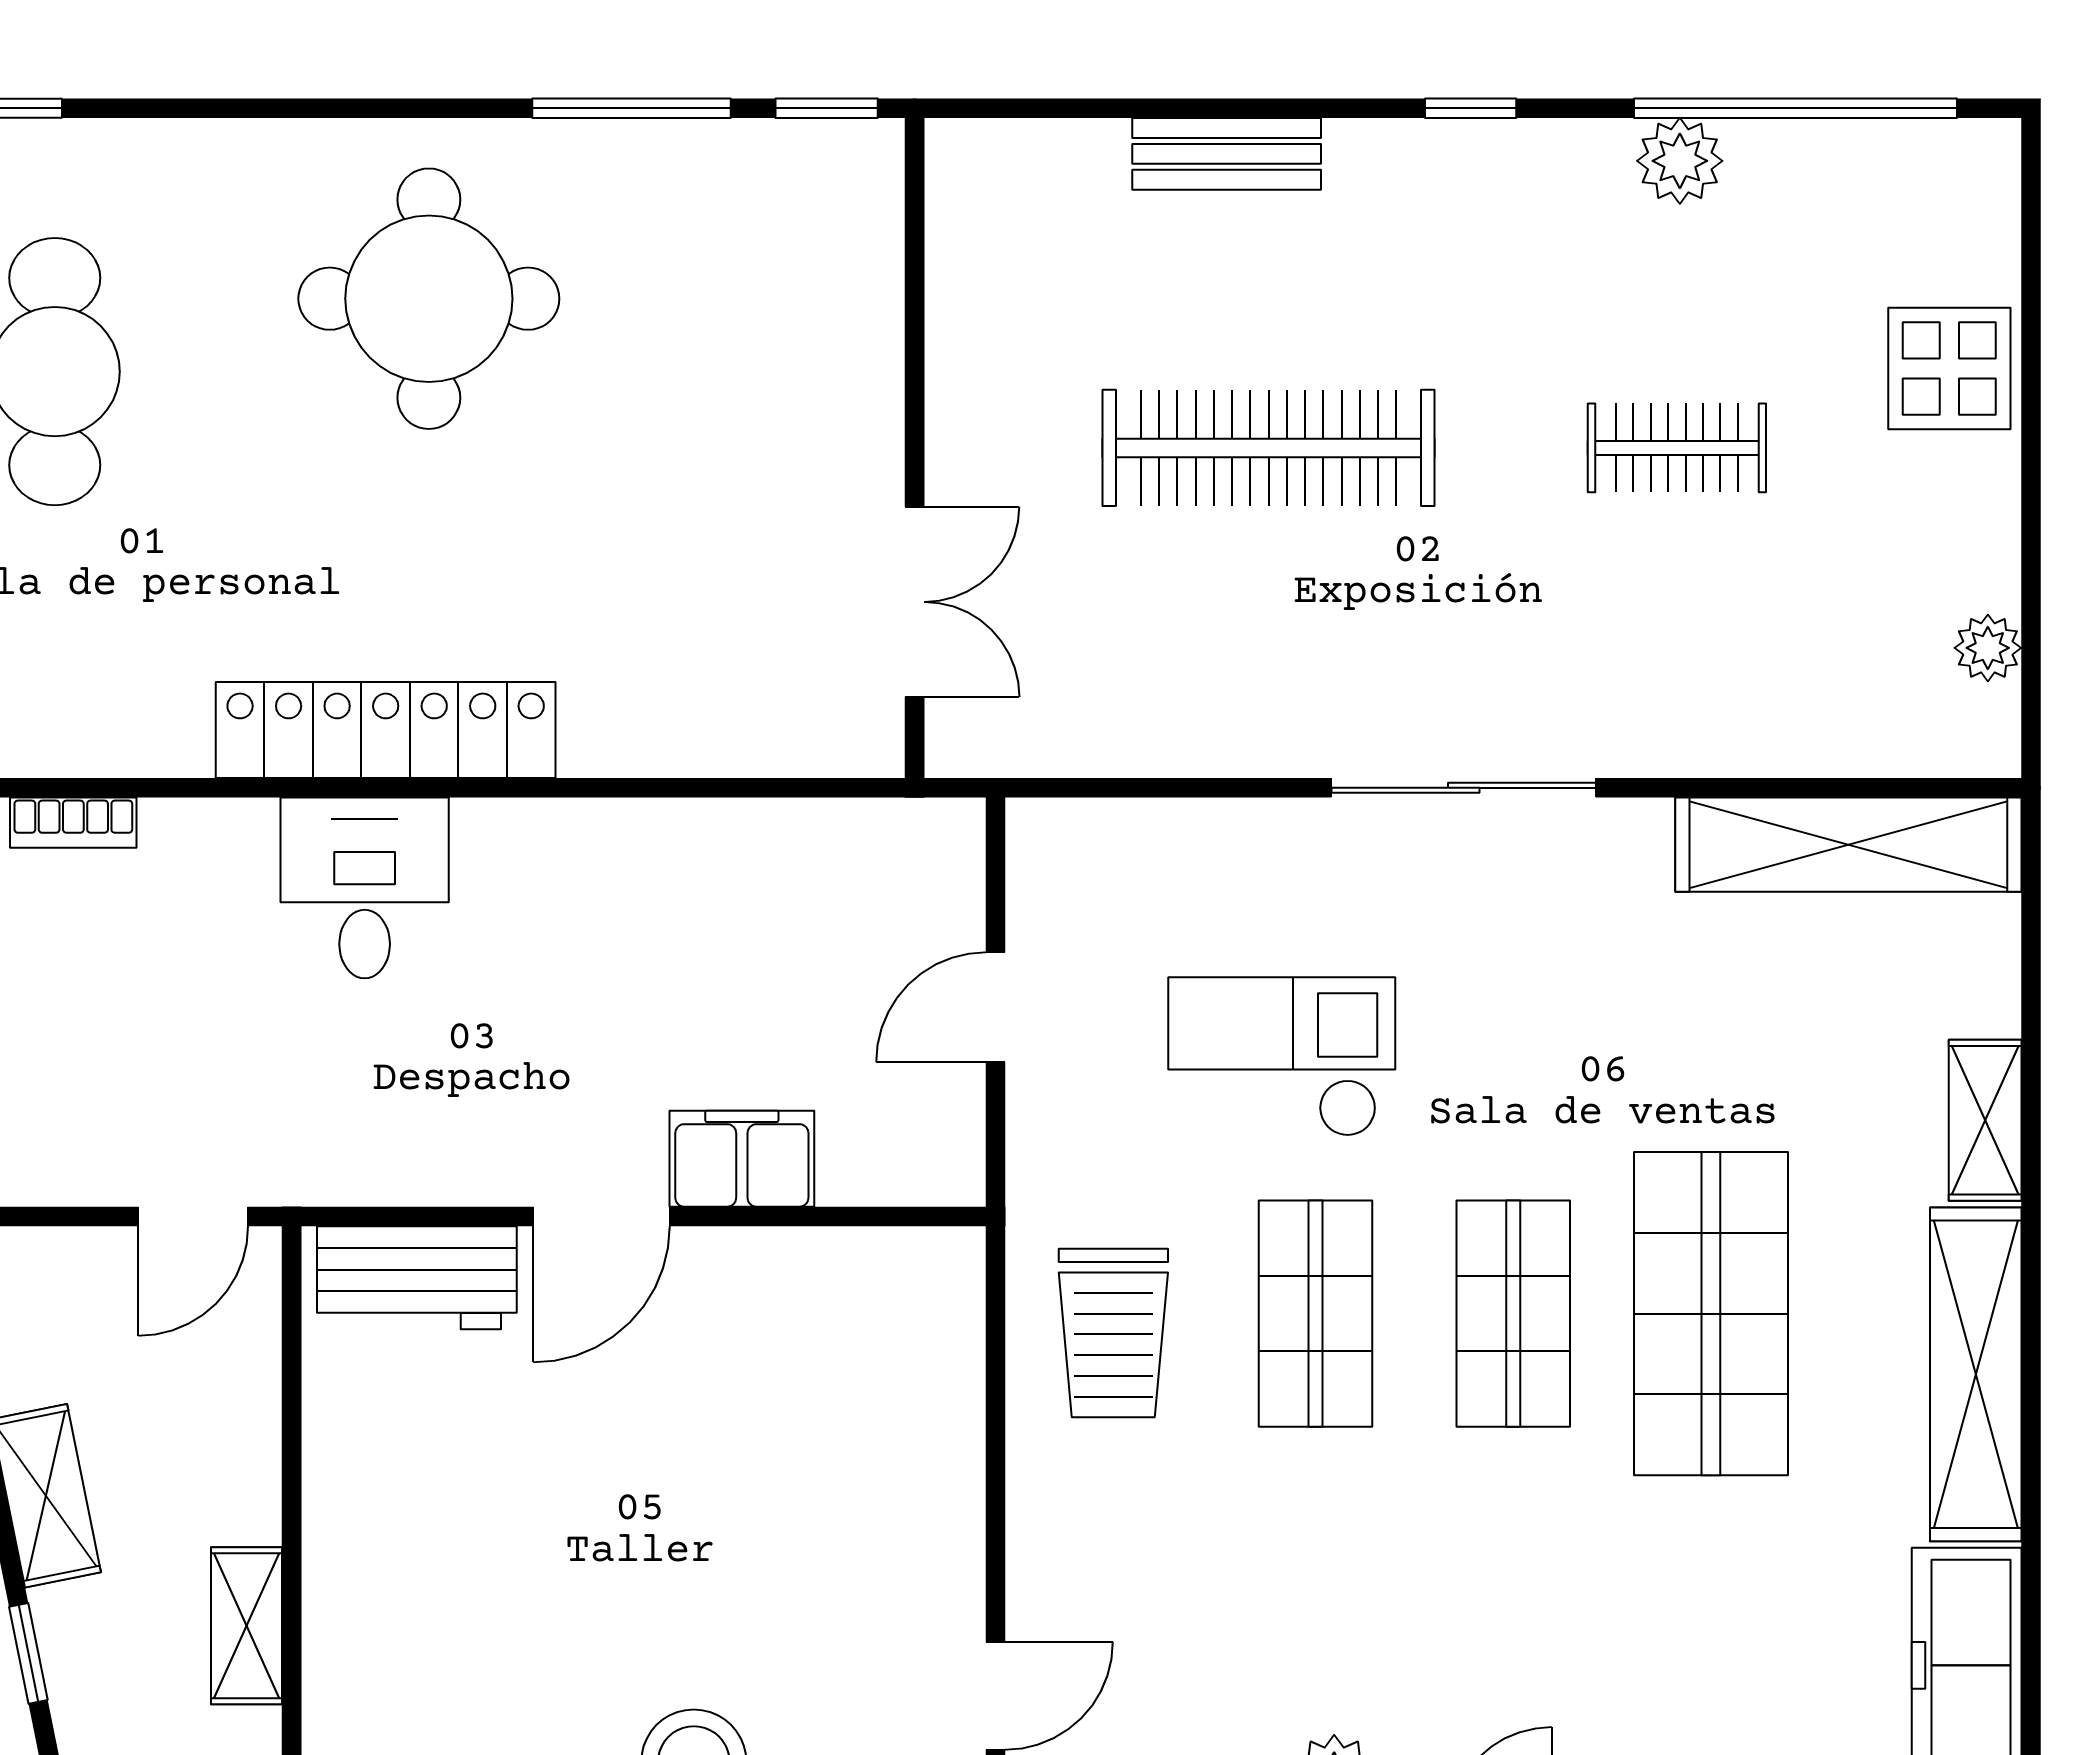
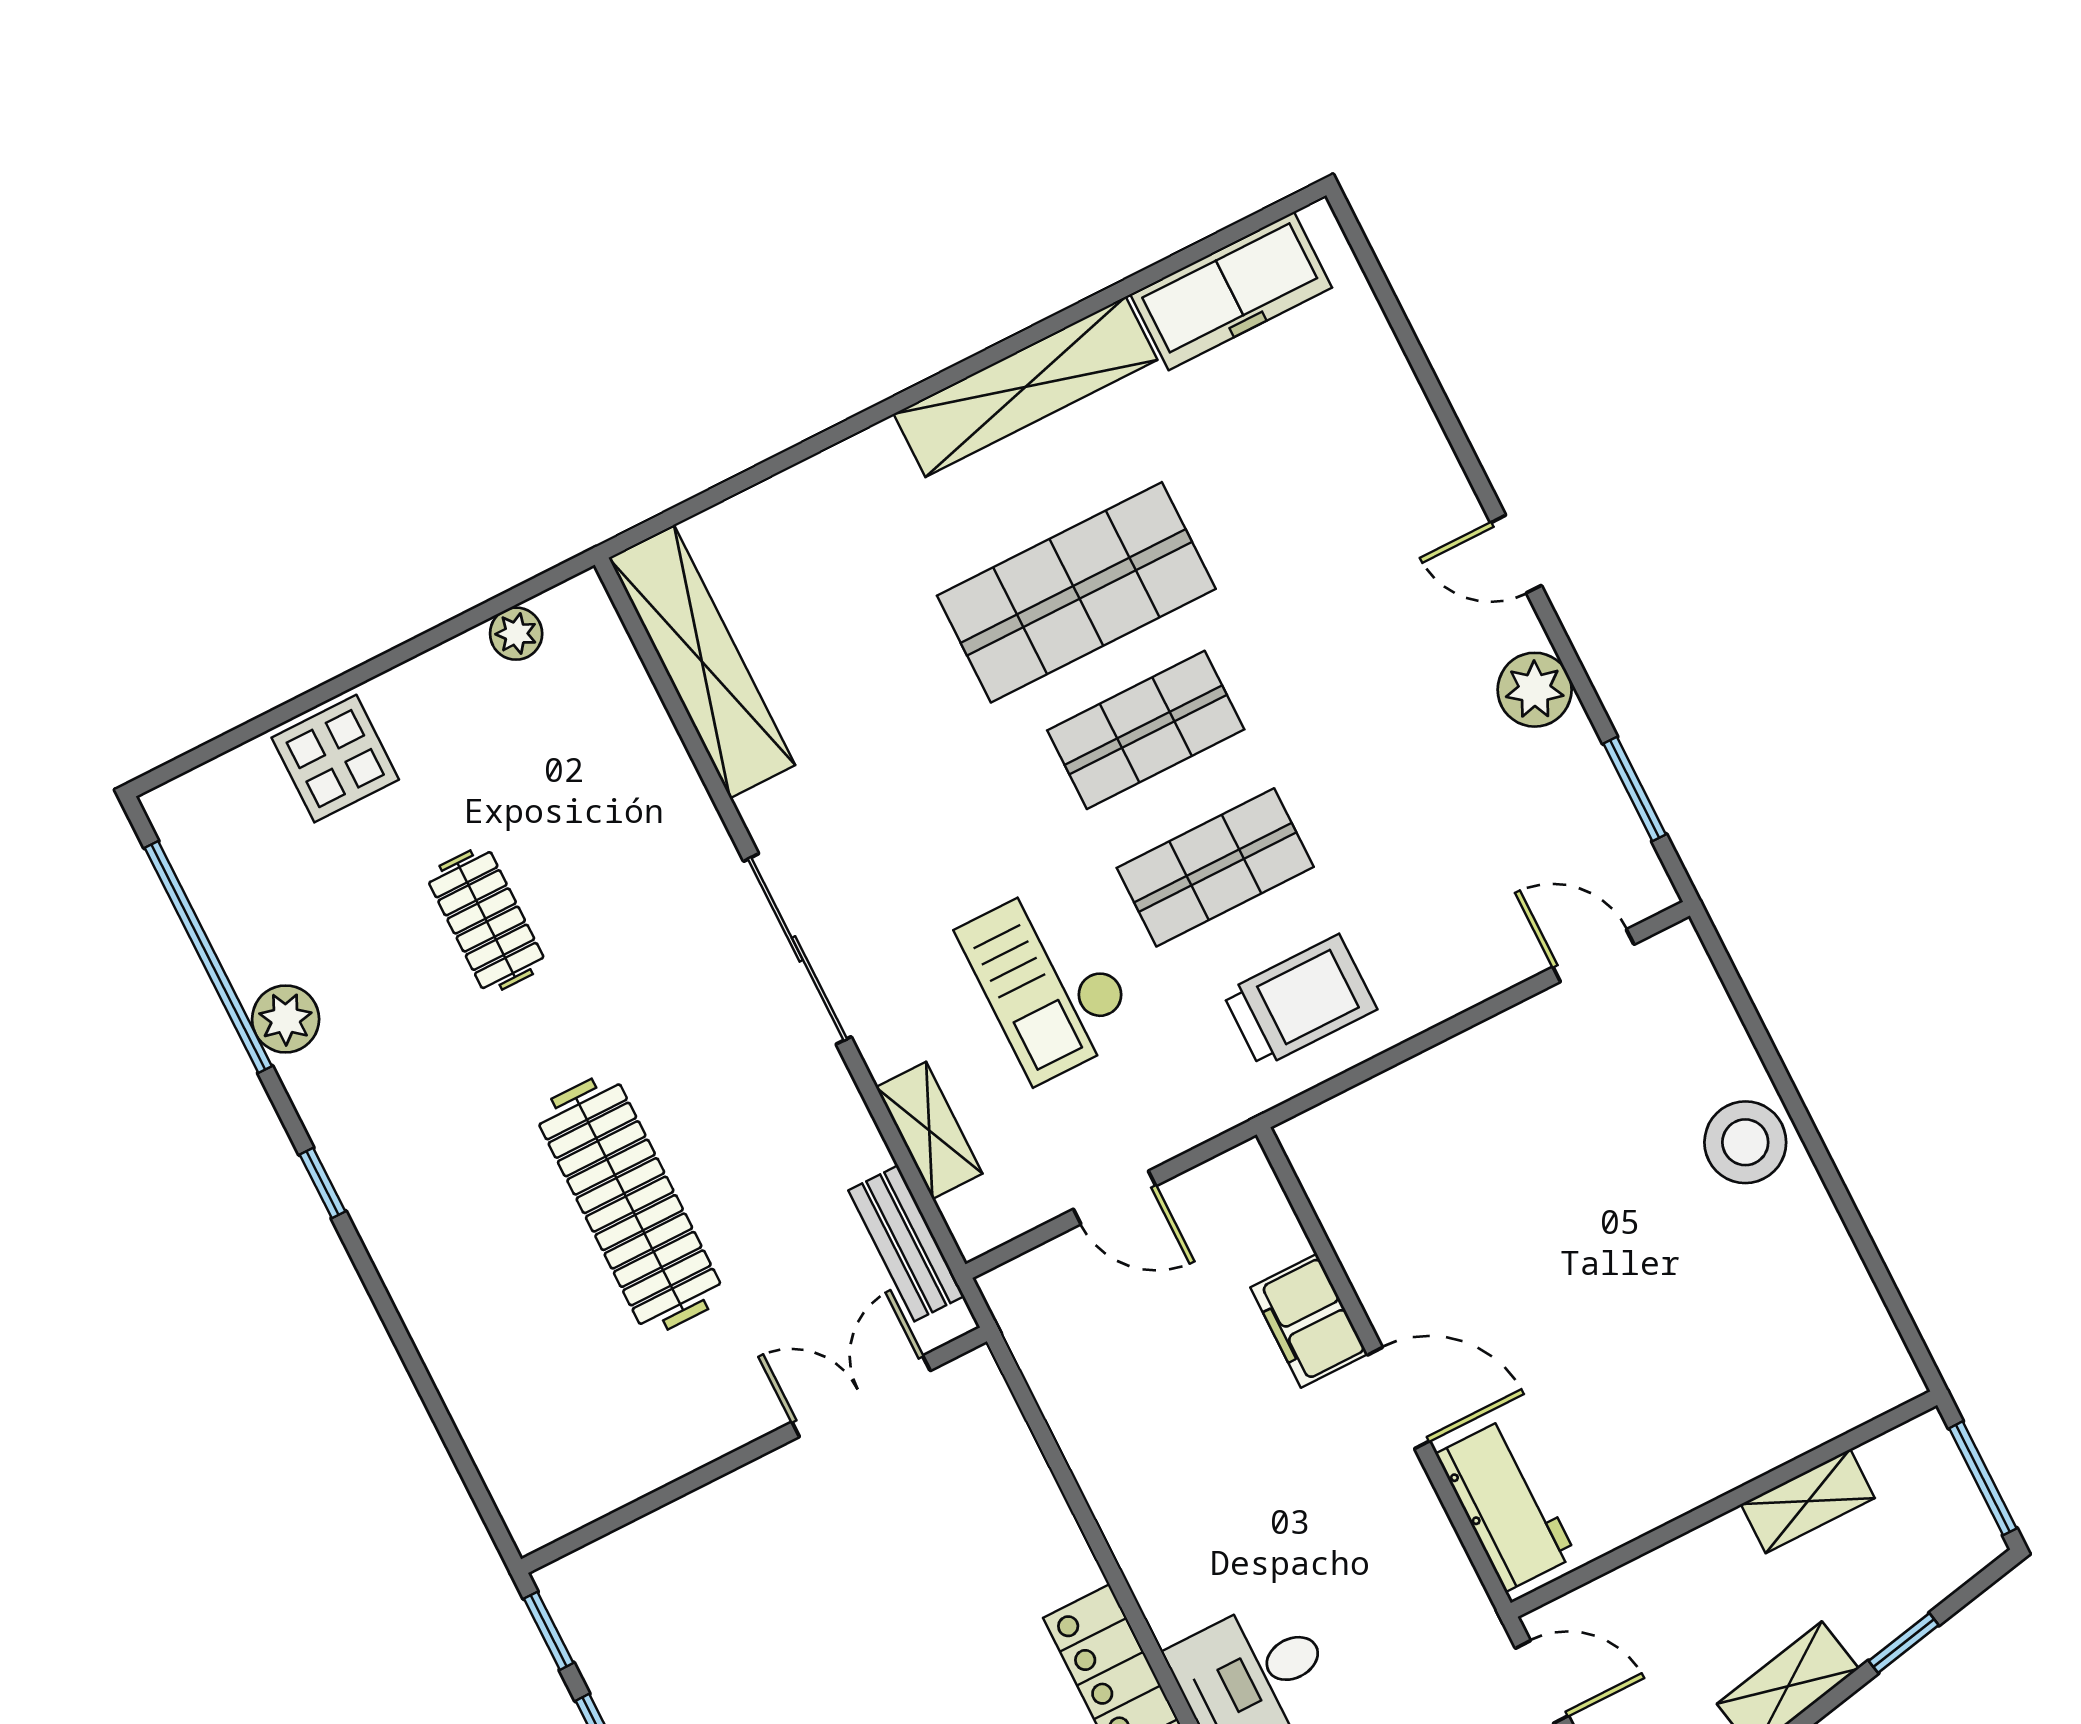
bench: (1227, 154) -> (906, 1243), moved
shelving: (1985, 1120) -> (929, 1130), moved, turned 90

